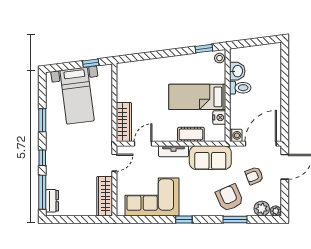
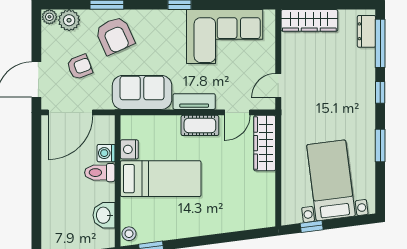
toilet: (240, 88) -> (100, 173), moved
cot: (191, 134) -> (200, 125), moved
washing machine: (236, 135) -> (106, 153), moved
wardrobe: (105, 196) -> (309, 20), moved, turned 90

